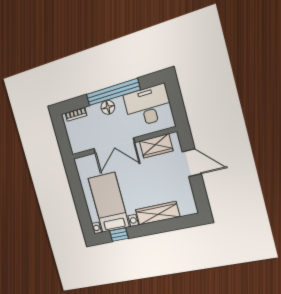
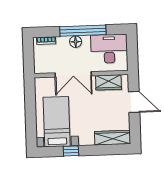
wardrobe: (158, 213) -> (113, 138), moved
window: (119, 235) -> (71, 151), moved

